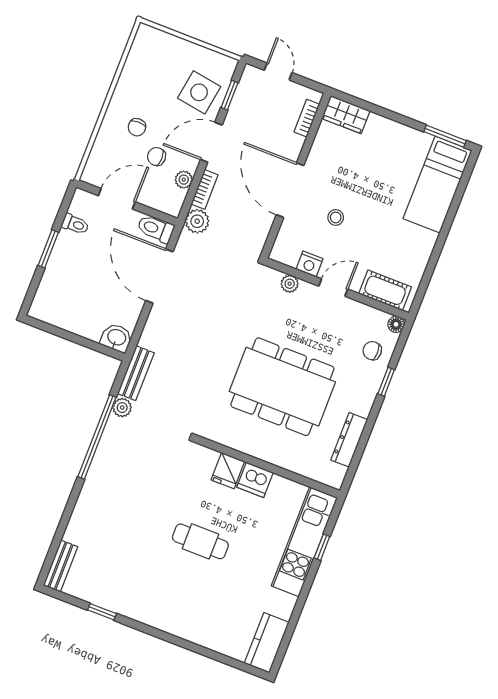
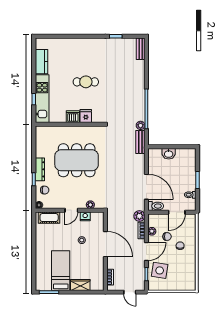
wardrobe: (346, 115) -> (80, 285), moved
bed: (438, 185) -> (61, 271), moved
washbasin: (116, 338) -> (169, 154), moved
dresser: (349, 440) -> (40, 169), moved
kitchen counter: (267, 643) -> (41, 62), moved

